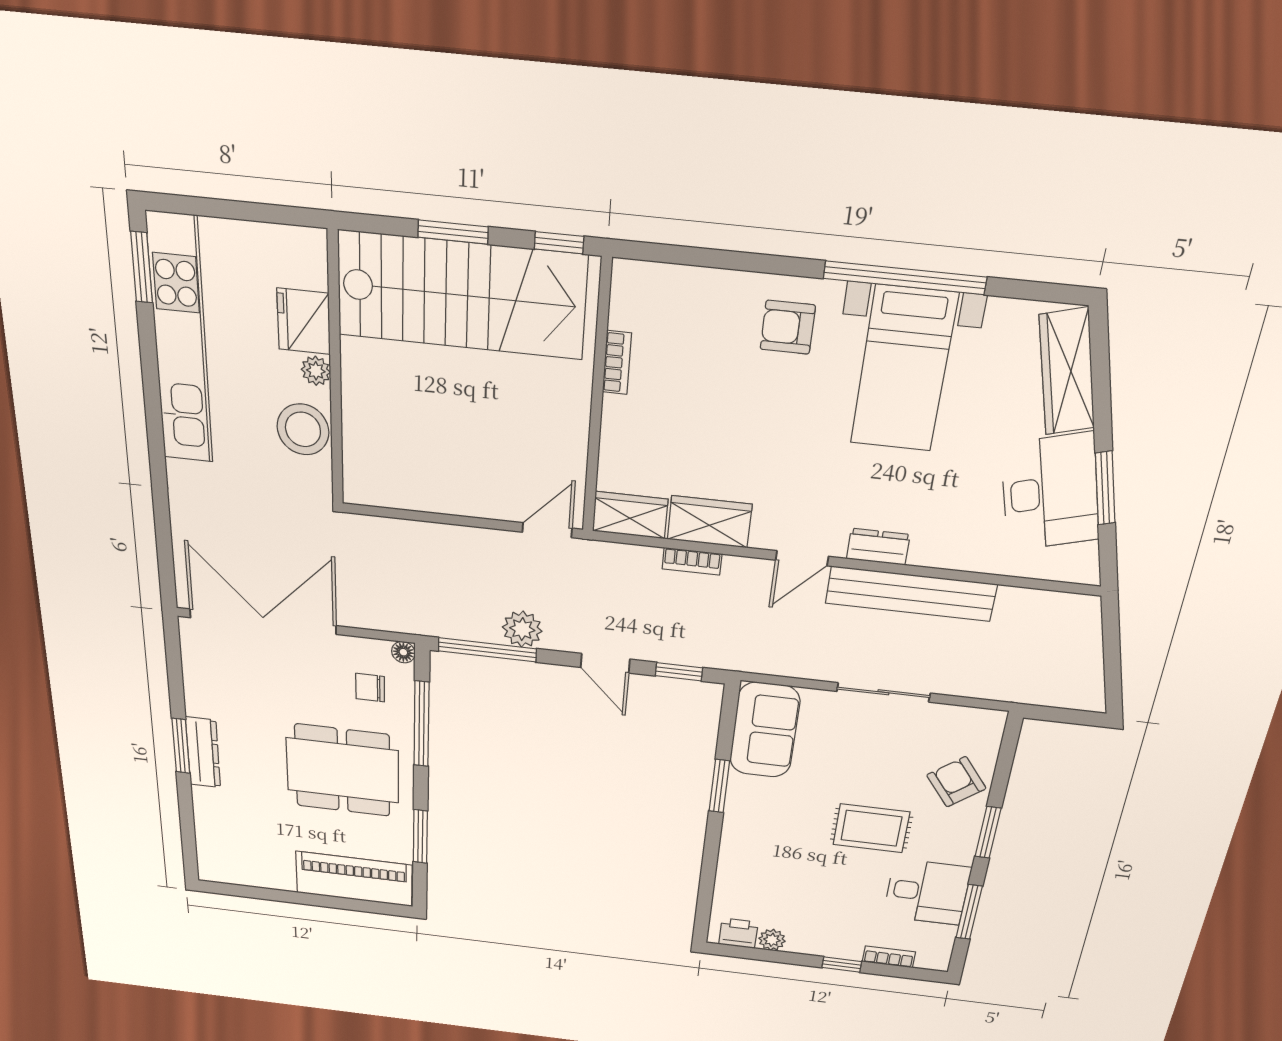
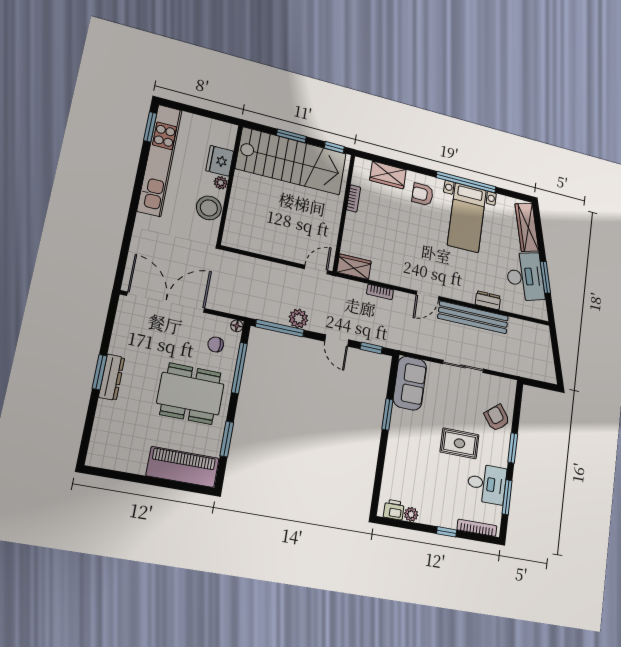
wardrobe: (710, 522) -> (388, 175), moved, turned 180
dresser: (878, 547) -> (488, 300), moved
bookcase: (889, 957) -> (477, 528), width x1.56

